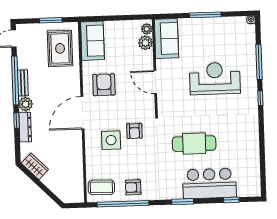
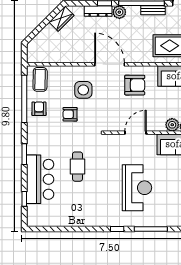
bench: (23, 83) -> (153, 10), moved
armchair: (134, 131) -> (70, 114), moved
cafe table: (194, 144) -> (77, 167), width x0.73, depth x0.74

